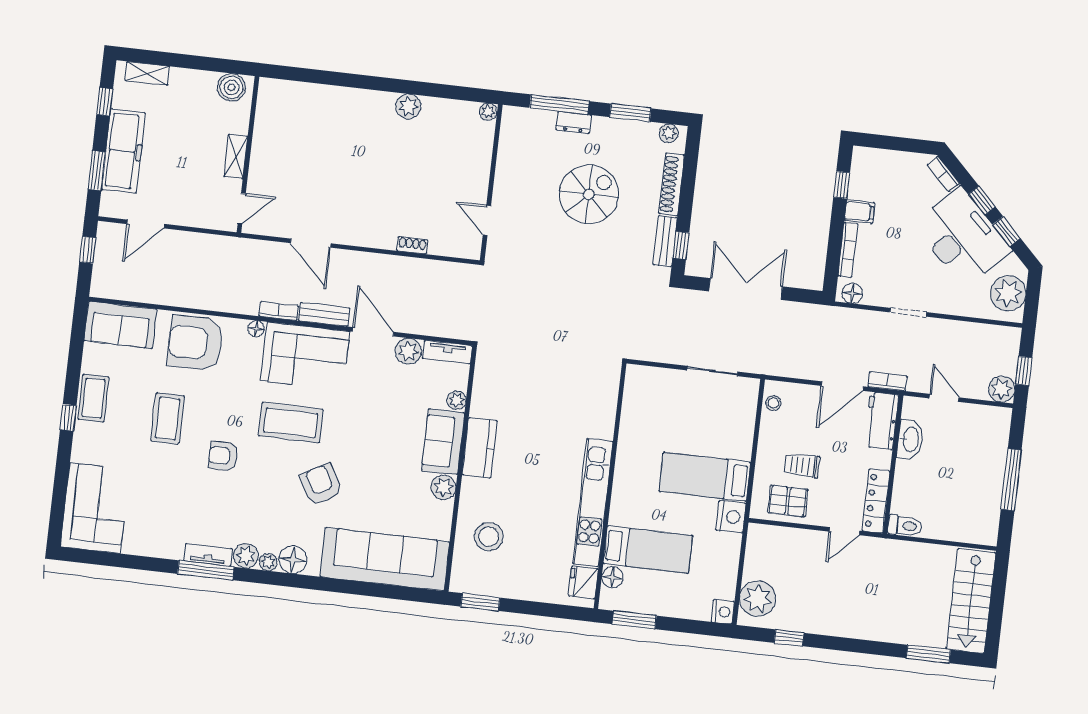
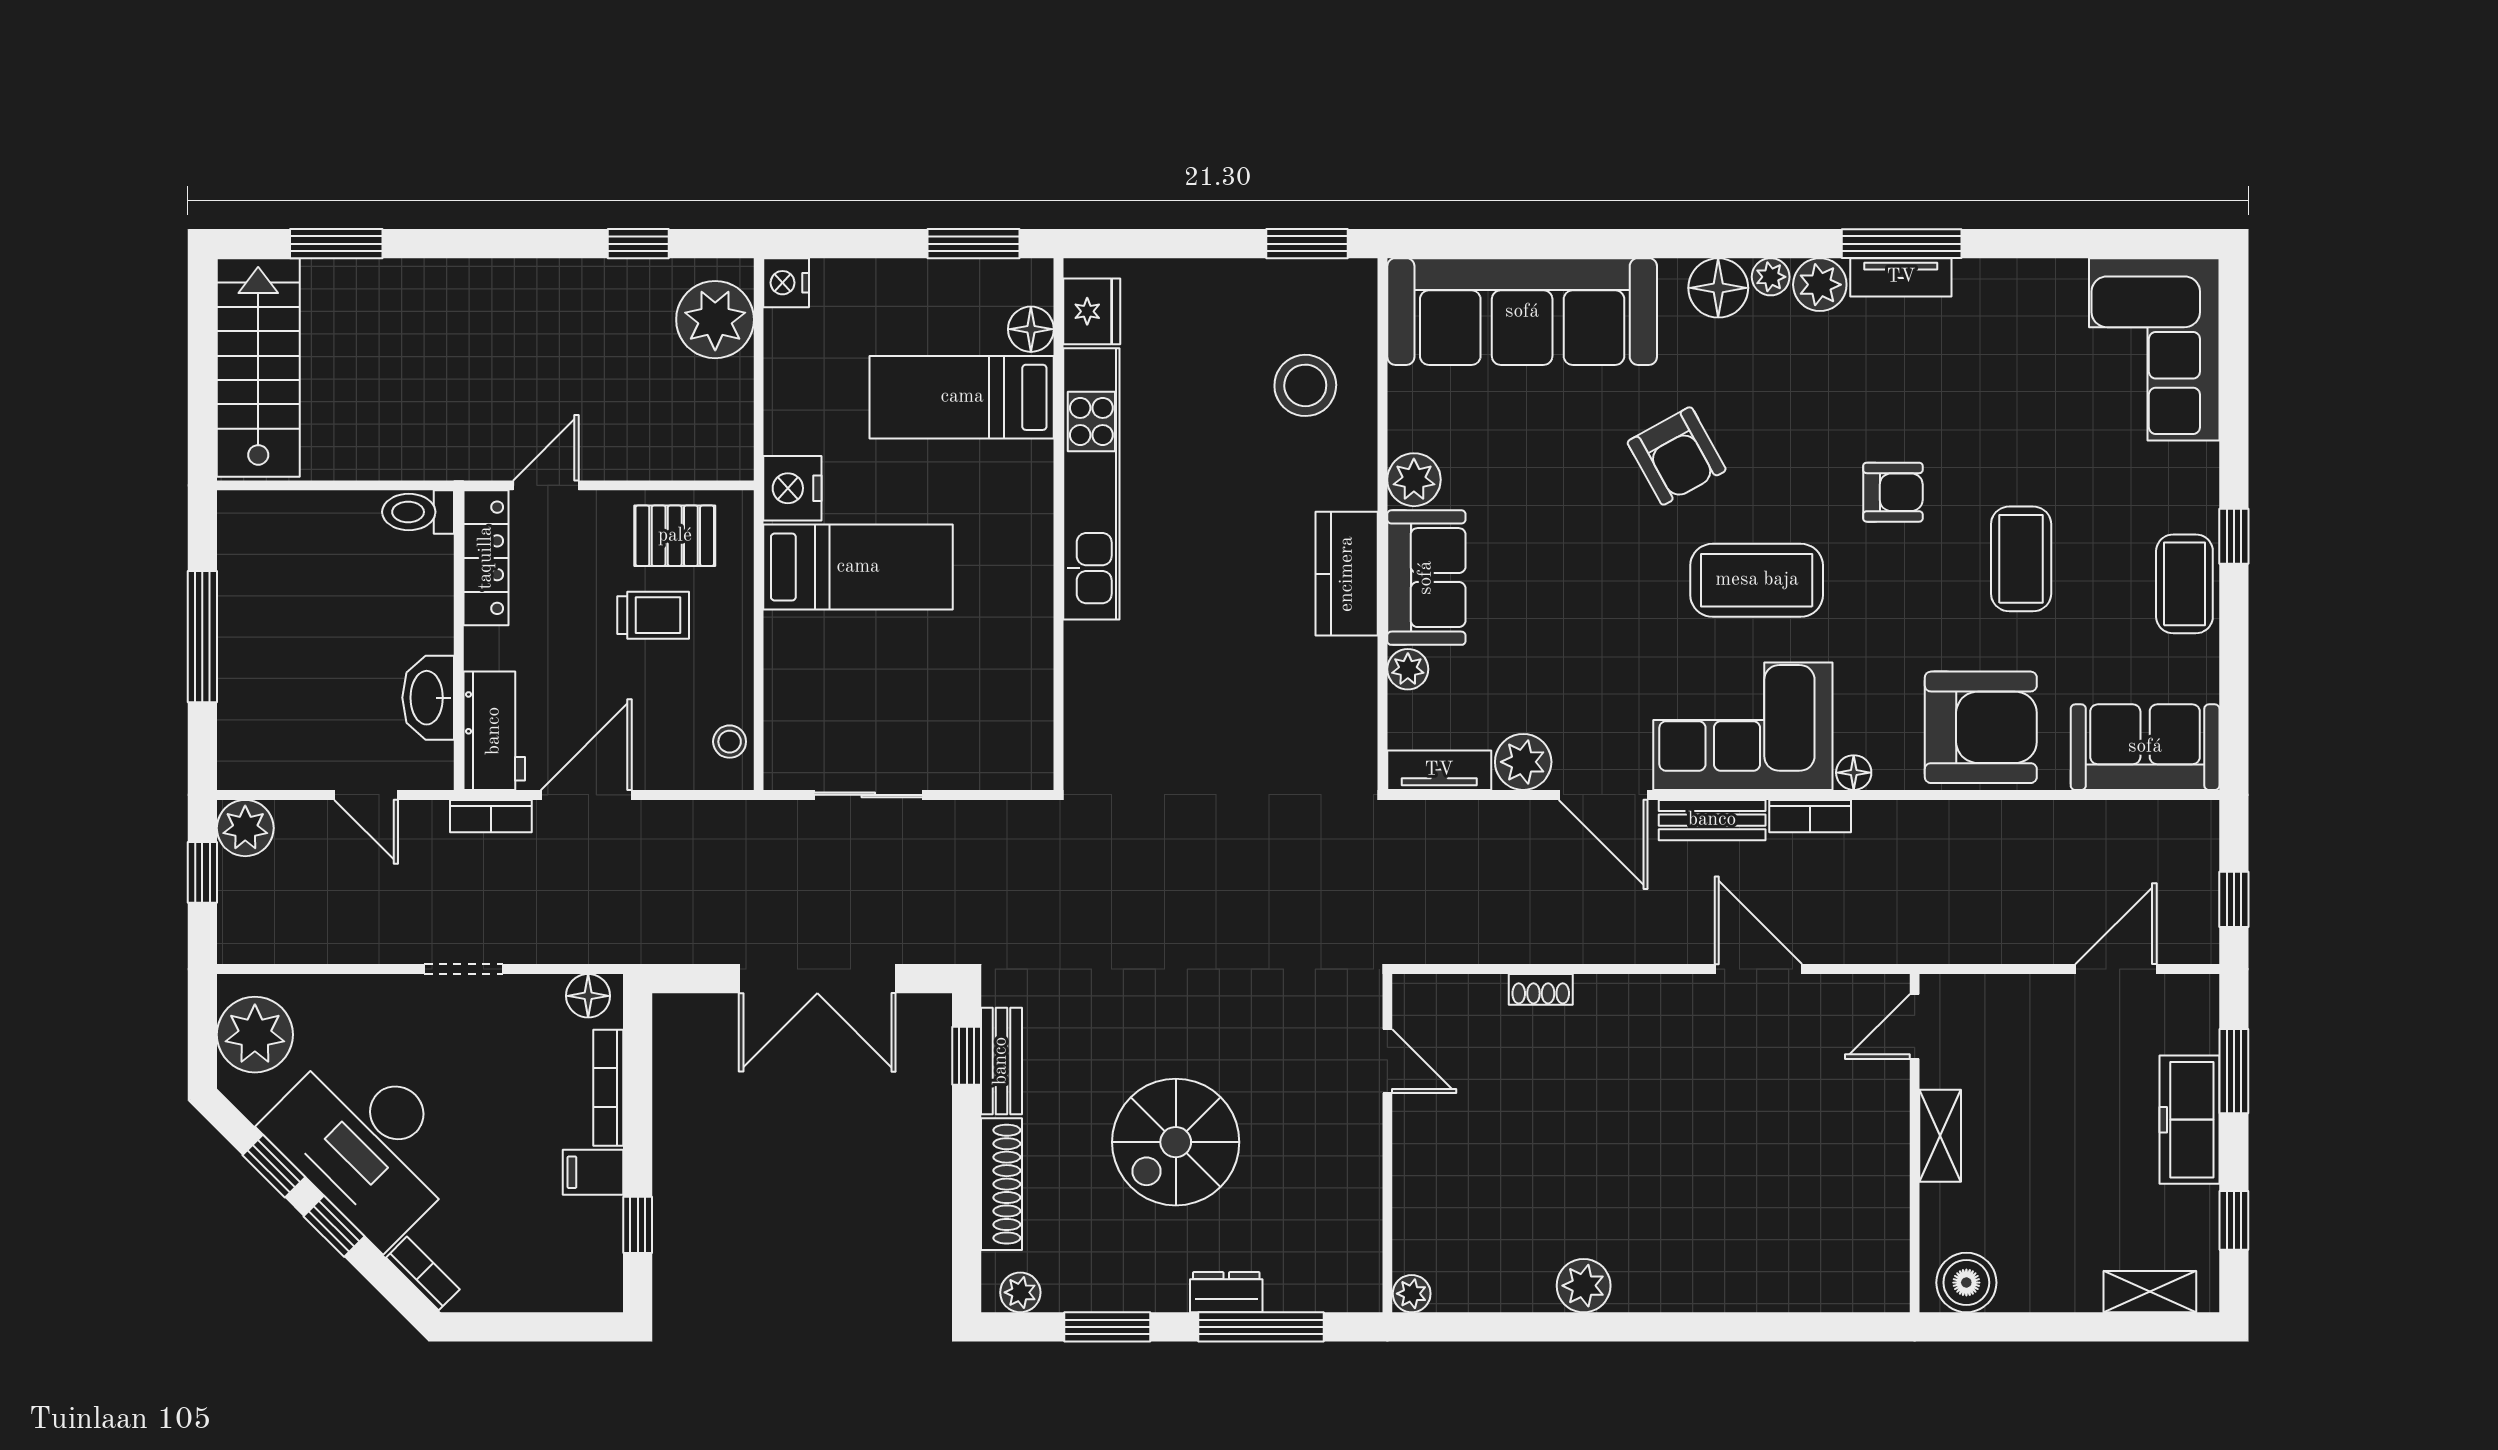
freezer: (123, 151) -> (2189, 1120), width x0.73, depth x0.79

